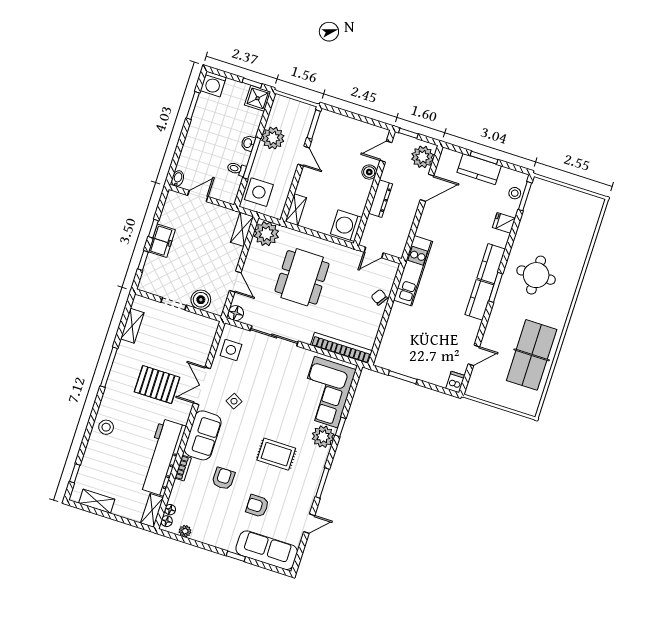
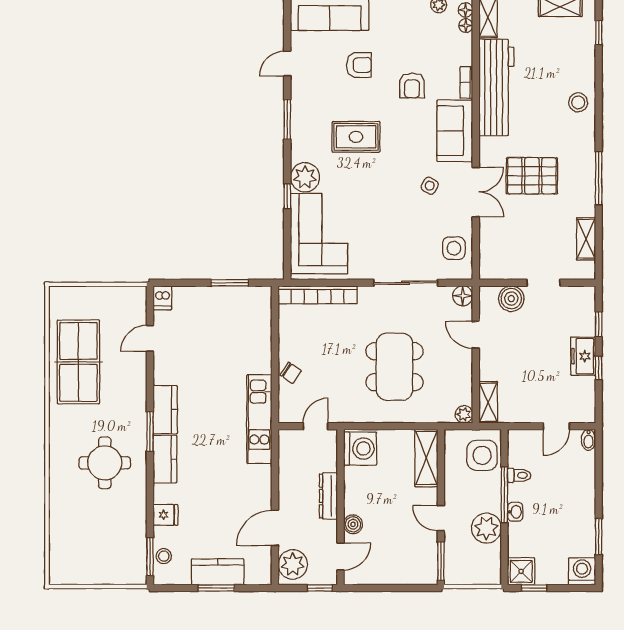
shelving: (296, 210) -> (426, 458), width x1.50, depth x1.33
plant: (266, 234) -> (464, 414), width x0.53, depth x0.53

